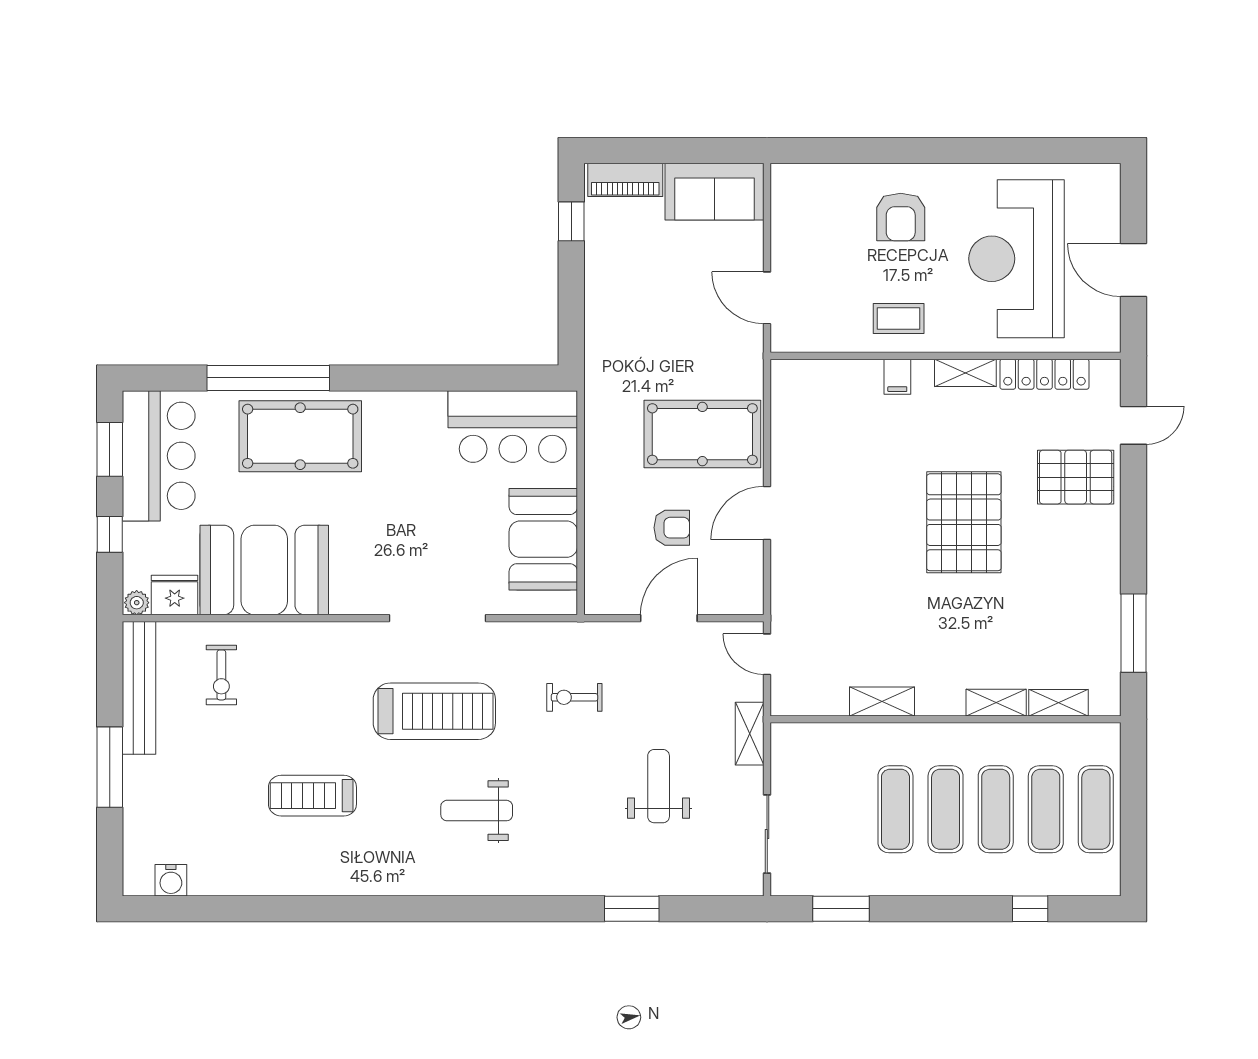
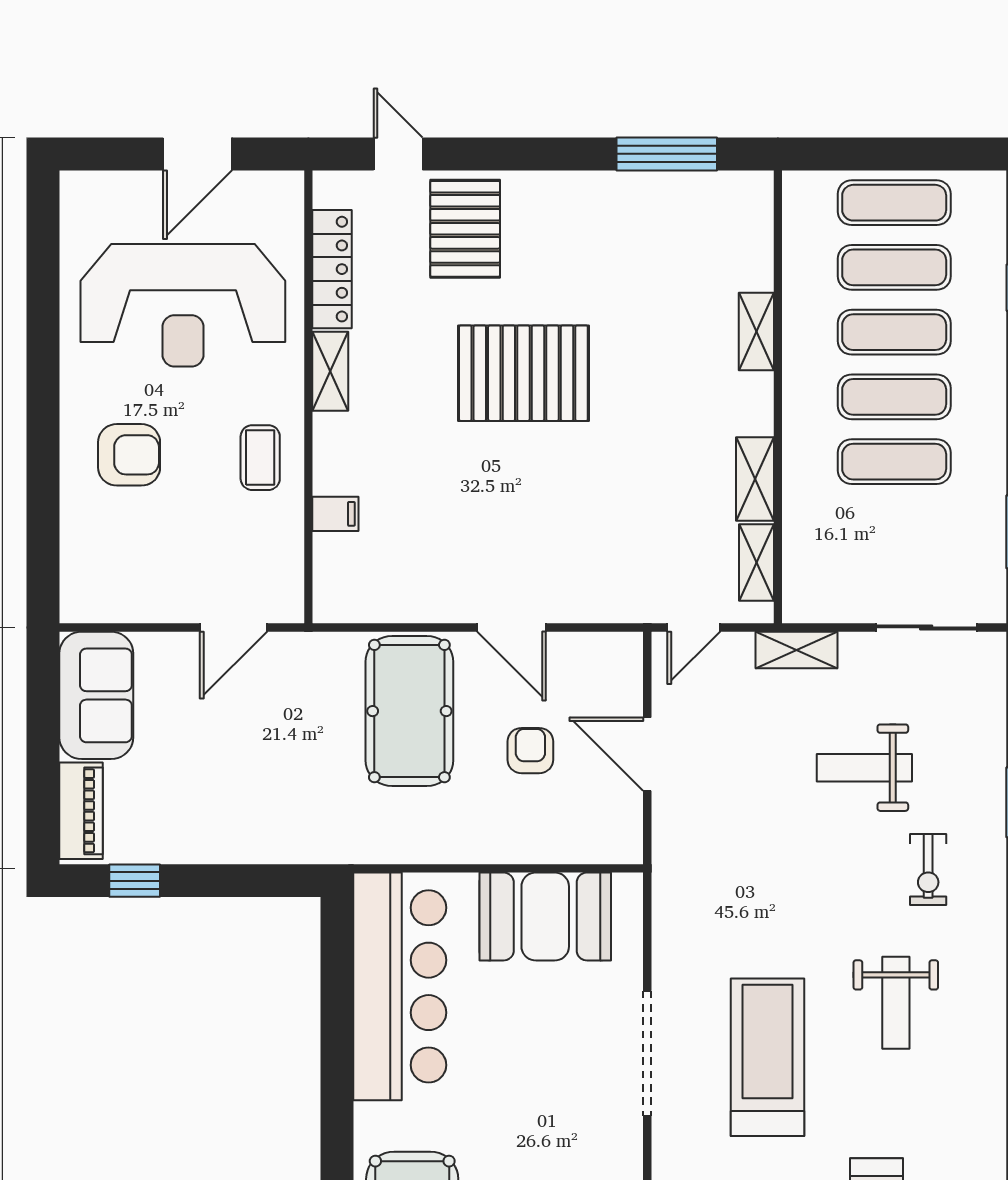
filing cabinet: (897, 377) -> (335, 514), moved
bar counter: (513, 427) -> (400, 986), width x1.36
exercise bike: (574, 697) -> (928, 869), moved
shelving: (1058, 703) -> (756, 563), moved

